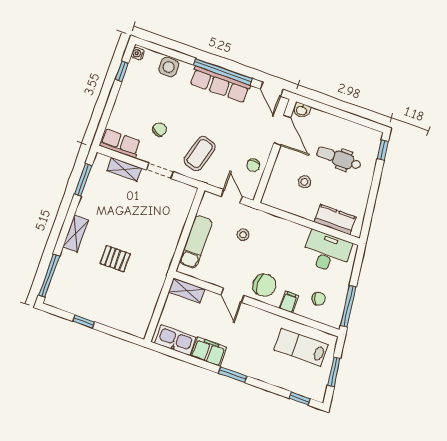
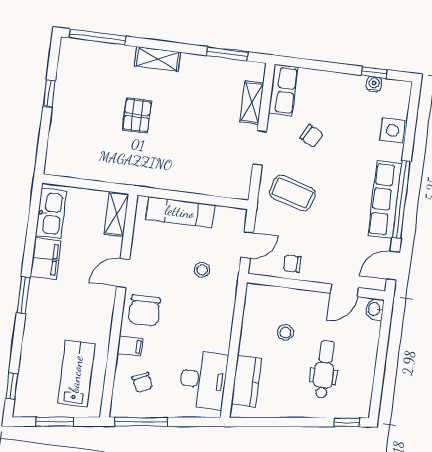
water cooler: (138, 54) -> (374, 84), moved
door: (282, 130) -> (344, 290), width x0.73

